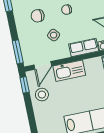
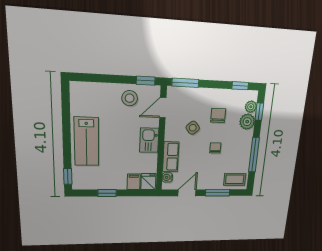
door: (43, 65) -> (163, 108), hinge flipped
kitchen sink: (69, 71) -> (149, 140), width x0.73

